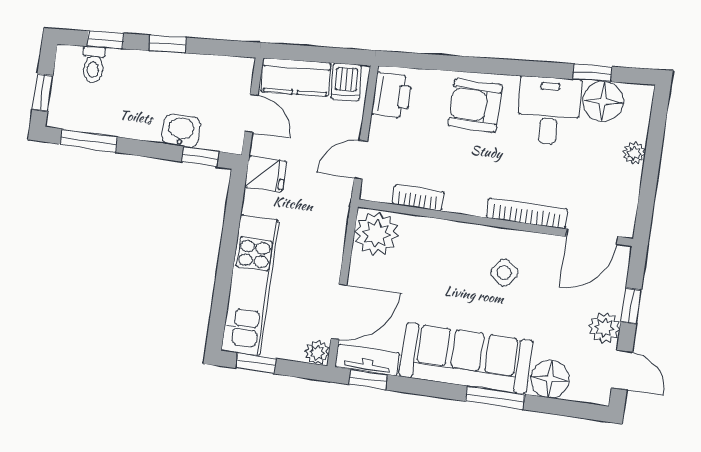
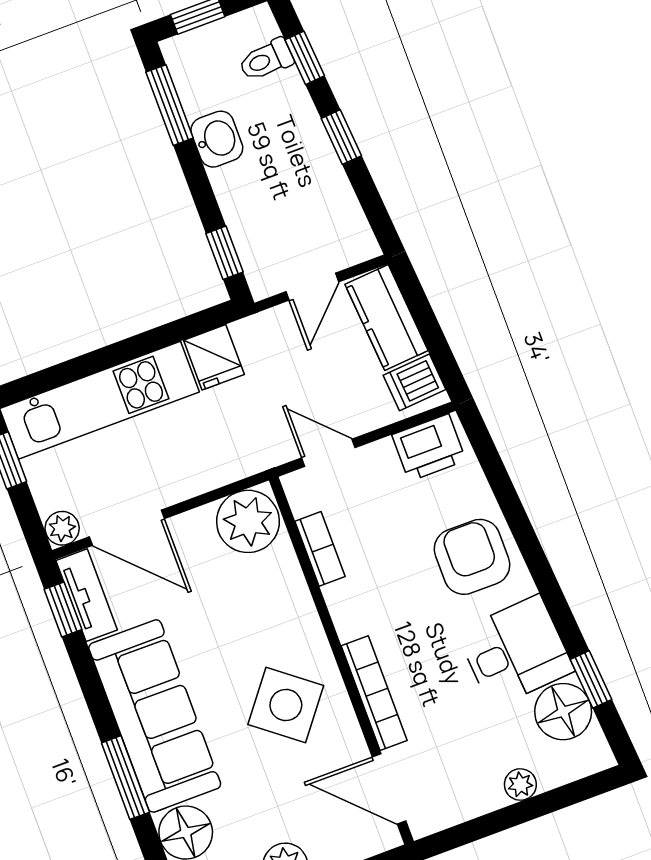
washbasin: (181, 131) -> (217, 139), moved
fridge: (266, 174) -> (214, 357), moved
side table: (504, 273) -> (286, 705), width x1.87, depth x1.87

